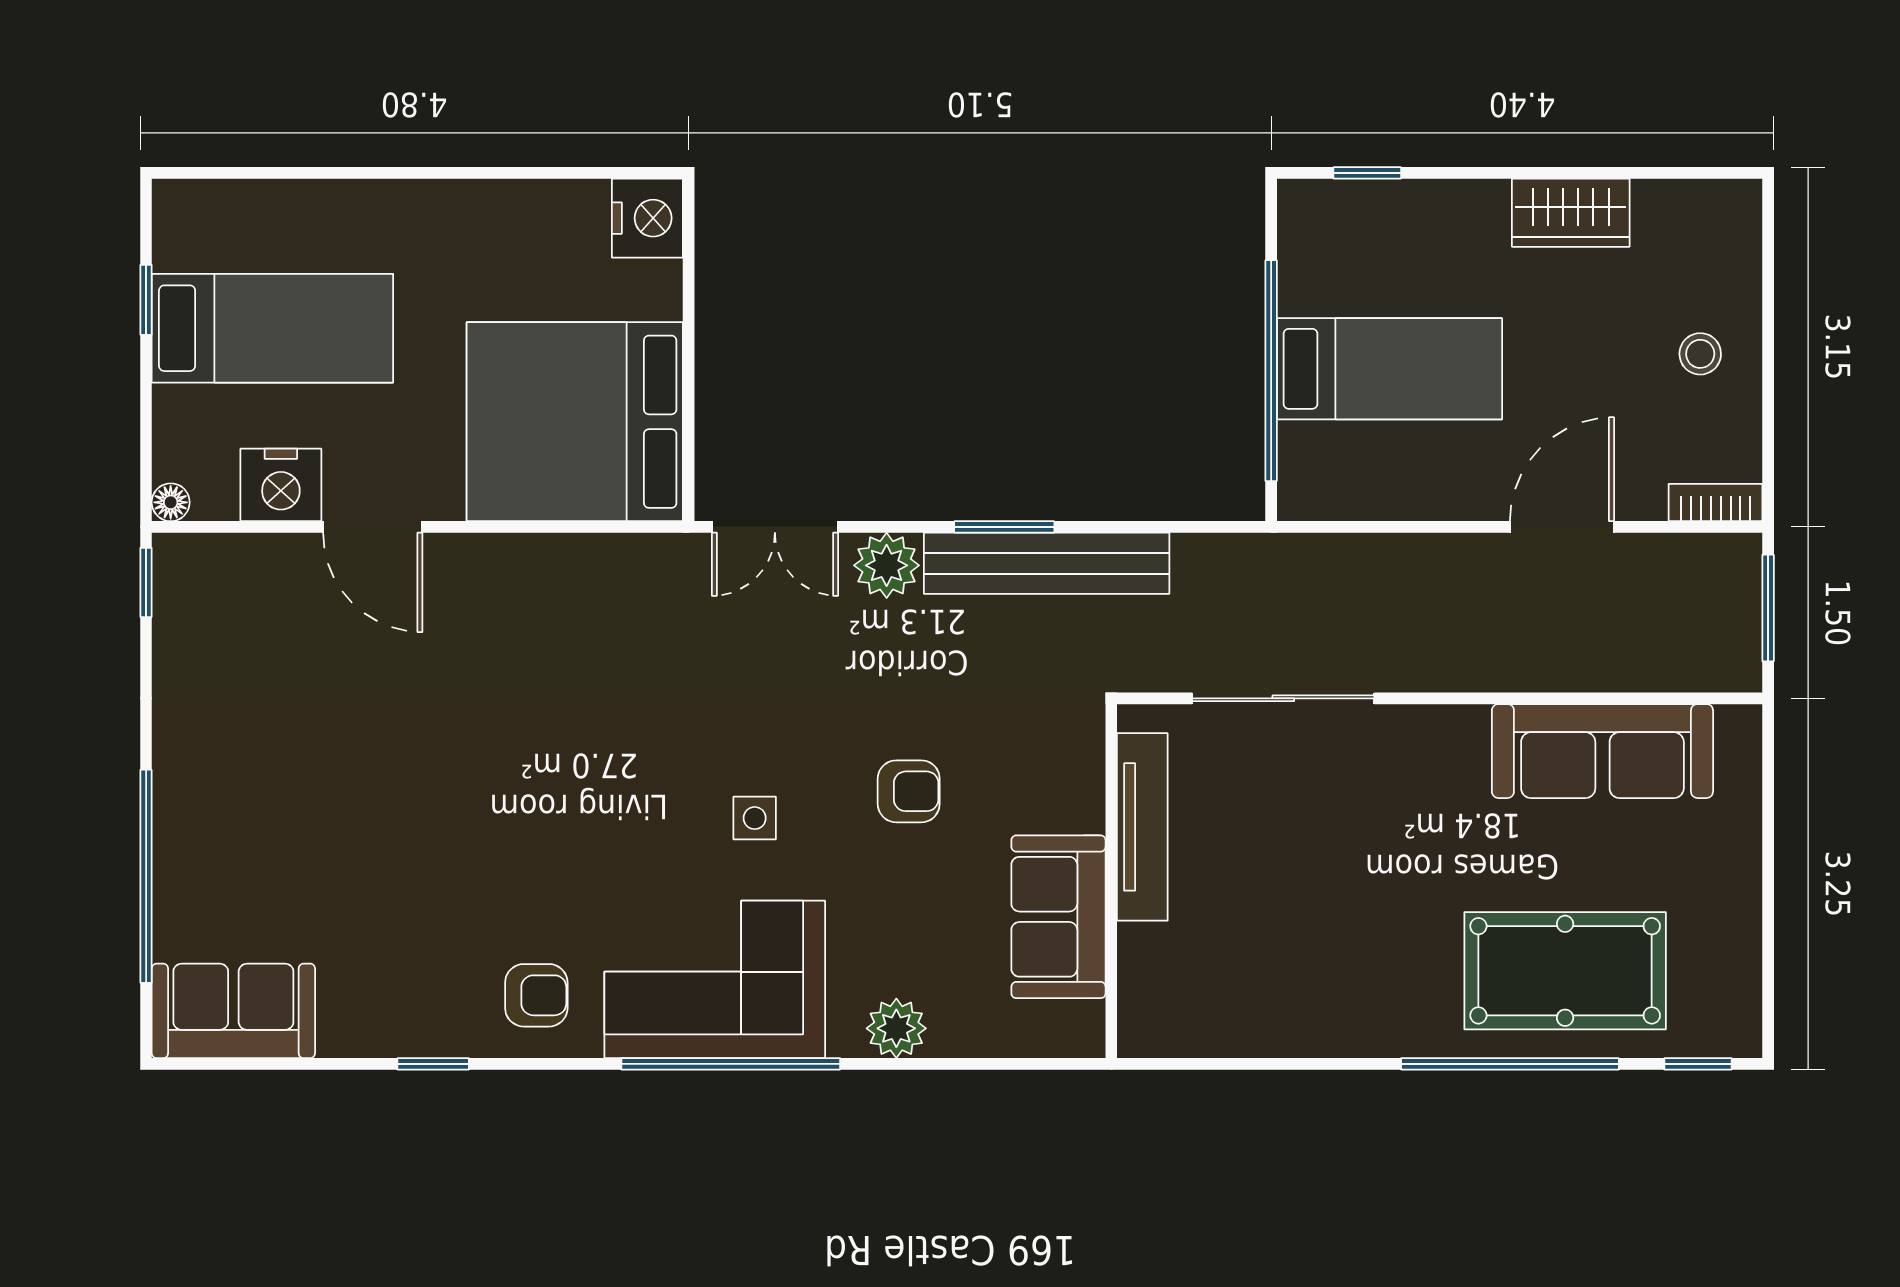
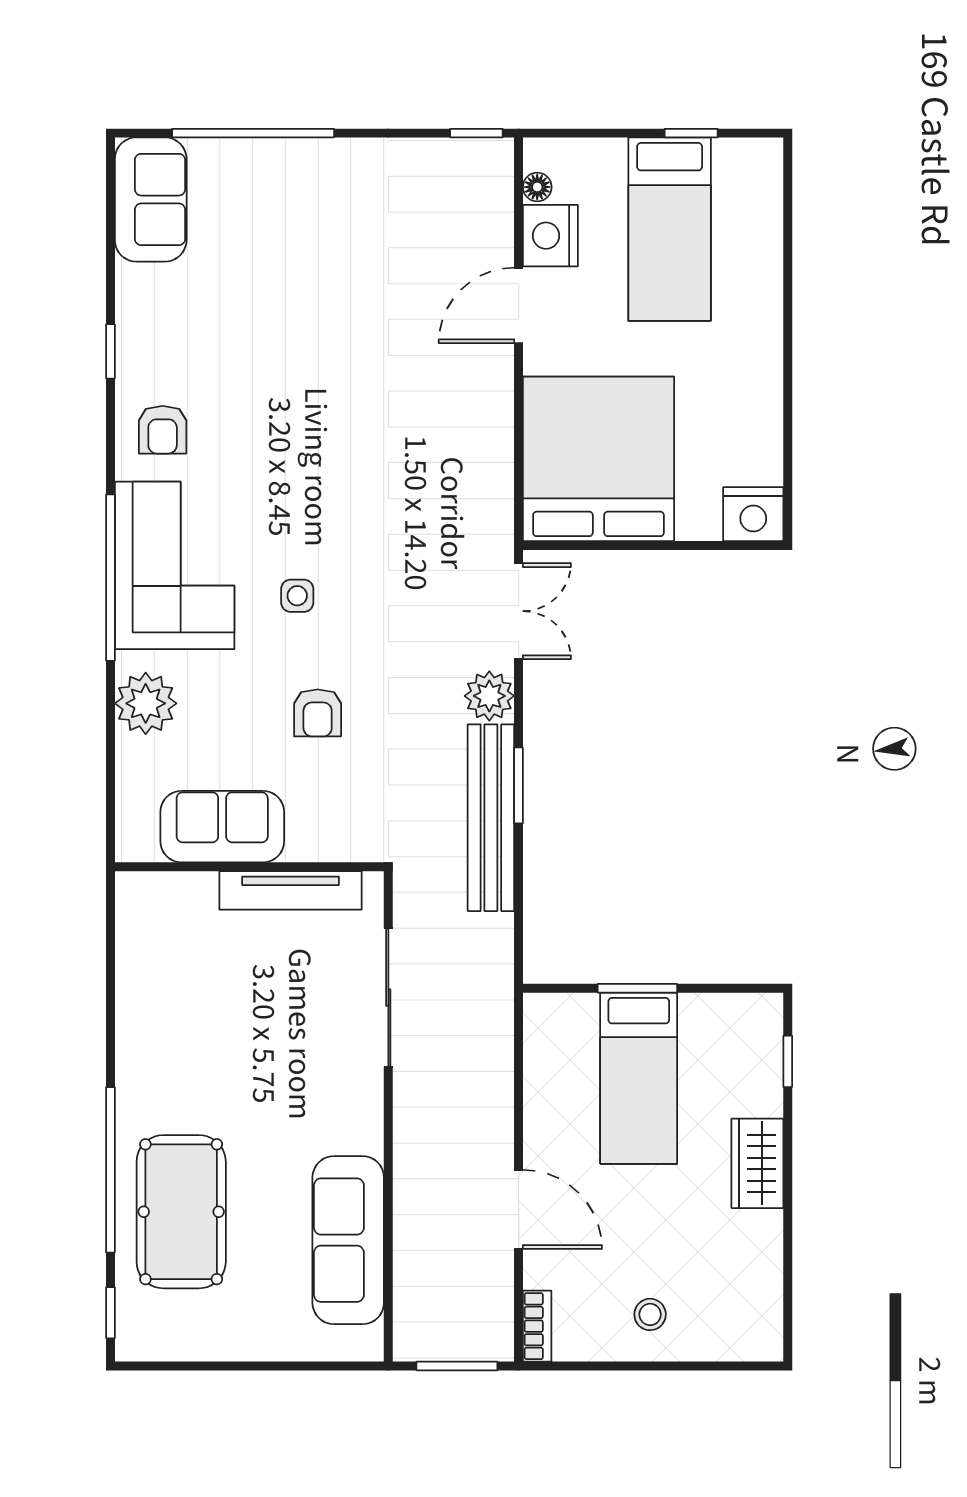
wardrobe: (1571, 213) -> (757, 1163), moved
window: (1271, 371) -> (637, 988), width x0.47
floor lamp: (171, 502) -> (537, 187), moved
double door: (775, 527) -> (519, 611), swing flipped
plant: (896, 1028) -> (146, 703), width x1.36, depth x1.36

